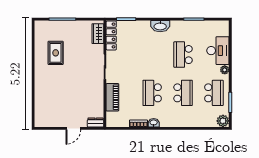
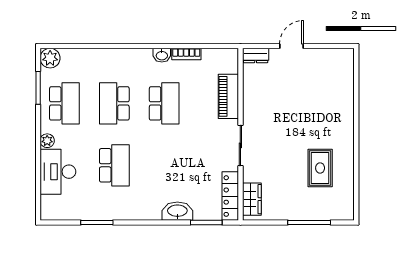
washbasin: (160, 26) -> (177, 211), moved
school desk: (214, 93) -> (64, 103), turned 180

